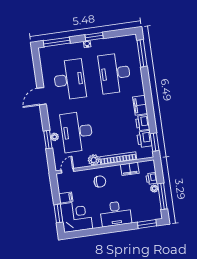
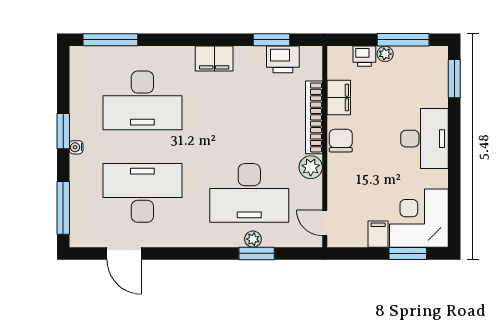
door: (42, 96) -> (124, 253), moved
printer: (143, 123) -> (250, 59), removed
window: (155, 142) -> (272, 40), moved
chair: (100, 181) -> (341, 141), moved

